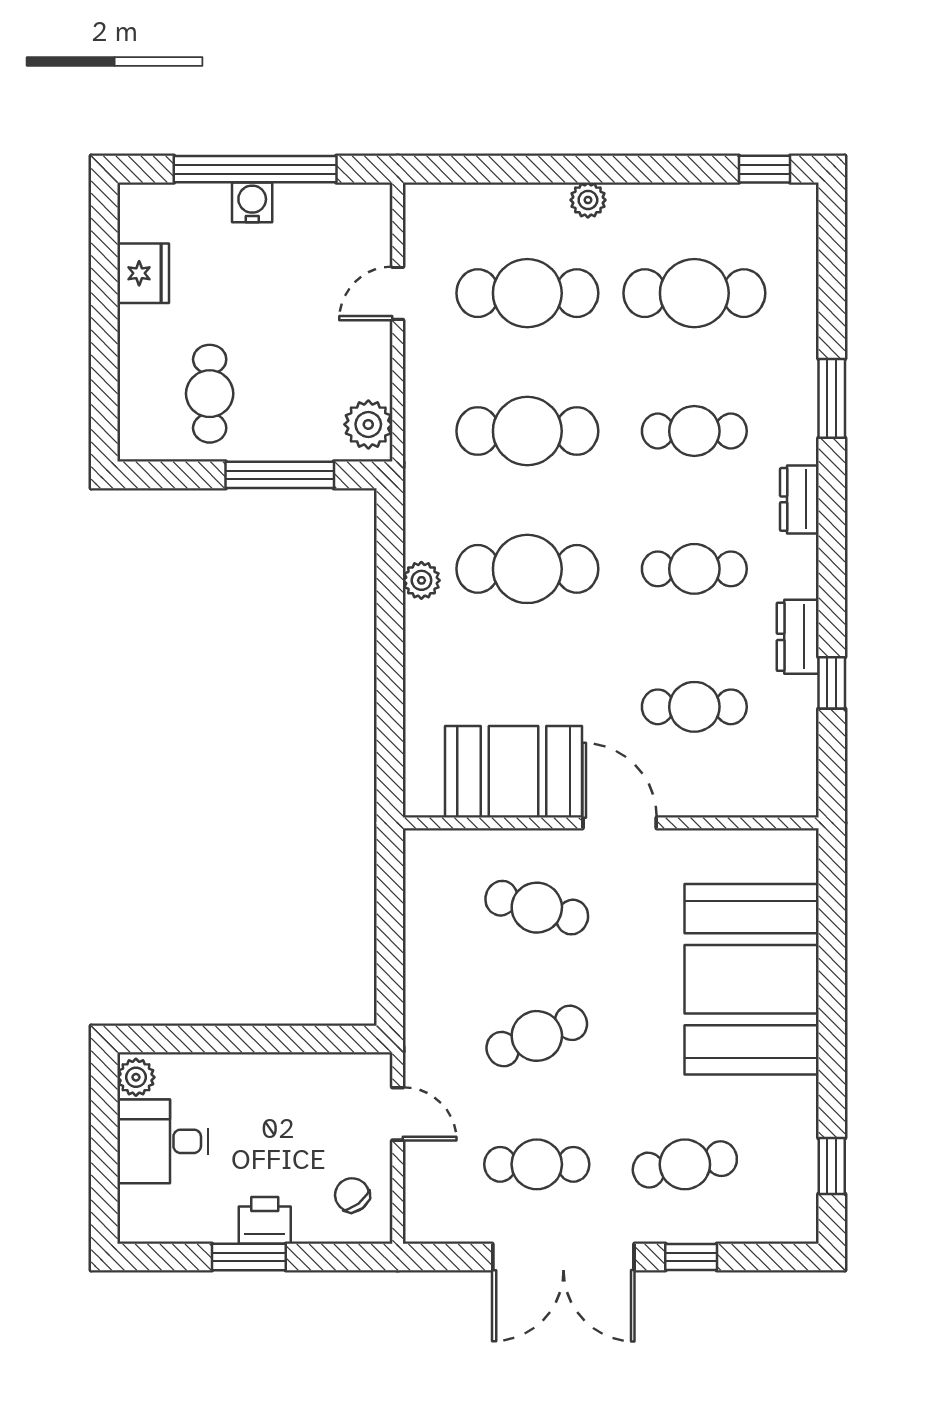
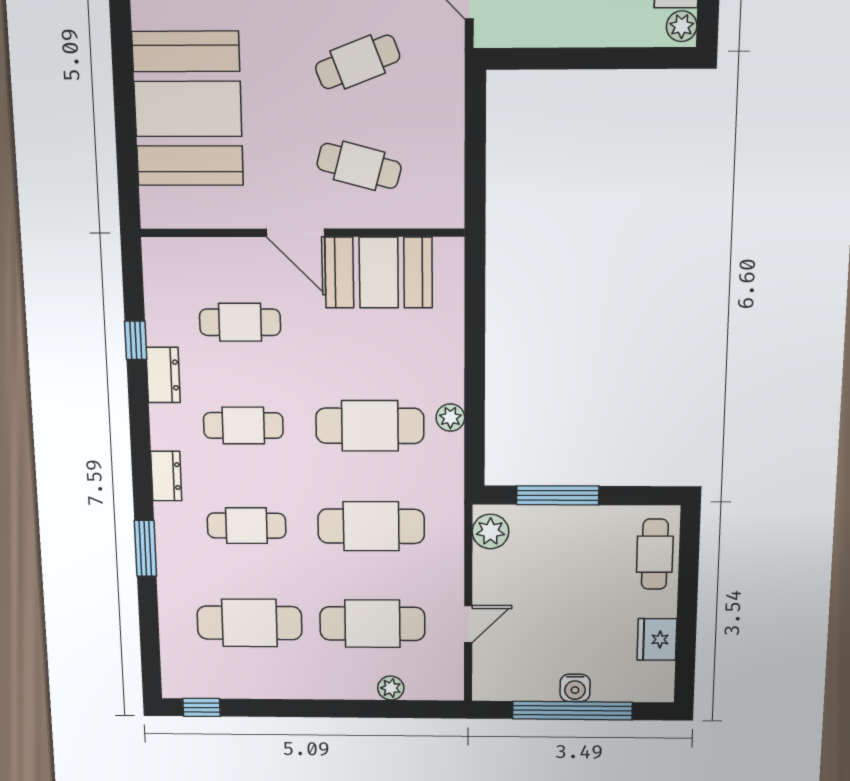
plant: (588, 200) -> (391, 688), moved
cafe table: (210, 394) -> (655, 554), moved

